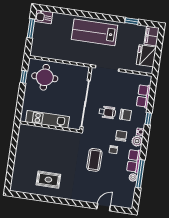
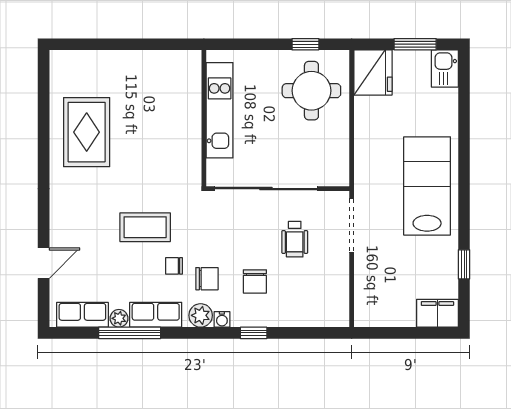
fridge: (146, 56) -> (373, 73), moved, turned 90
row of seats: (143, 96) -> (82, 315), moved
wheelchair: (107, 112) -> (295, 239), moved
rug: (48, 180) -> (87, 132), width x1.36, depth x1.43
door: (104, 207) -> (44, 263), hinge flipped

